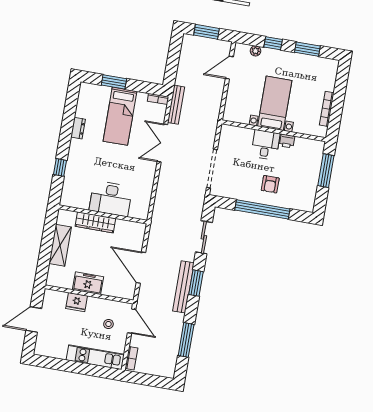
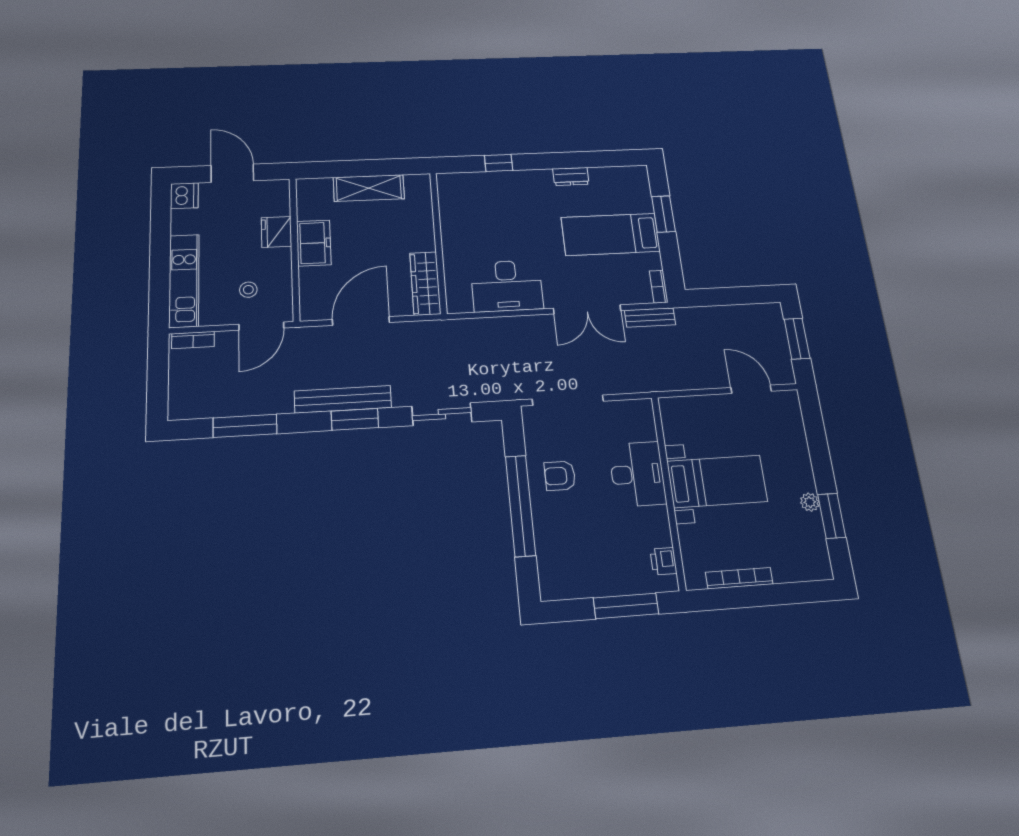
window: (273, 43) -> (819, 453), removed
plant: (256, 51) -> (810, 502), moved
bench: (176, 105) -> (650, 317), width x0.73
printer: (287, 141) -> (663, 561), moved
double door: (162, 143) -> (587, 309), swing flipped
desk: (265, 145) -> (637, 474), width x1.37
armchair: (270, 184) -> (560, 476), moved
desk: (111, 199) -> (507, 286), moved, turned -90
wardrobe: (95, 222) -> (425, 283), moved
dishwasher: (42, 348) -> (184, 196), added

